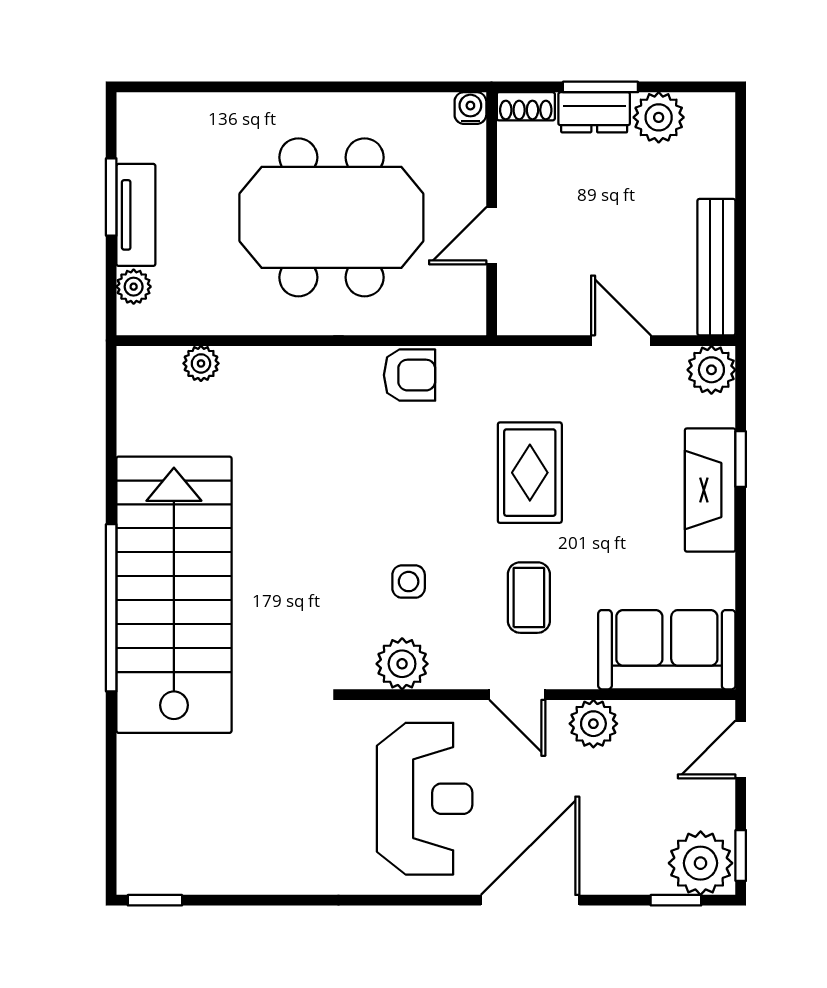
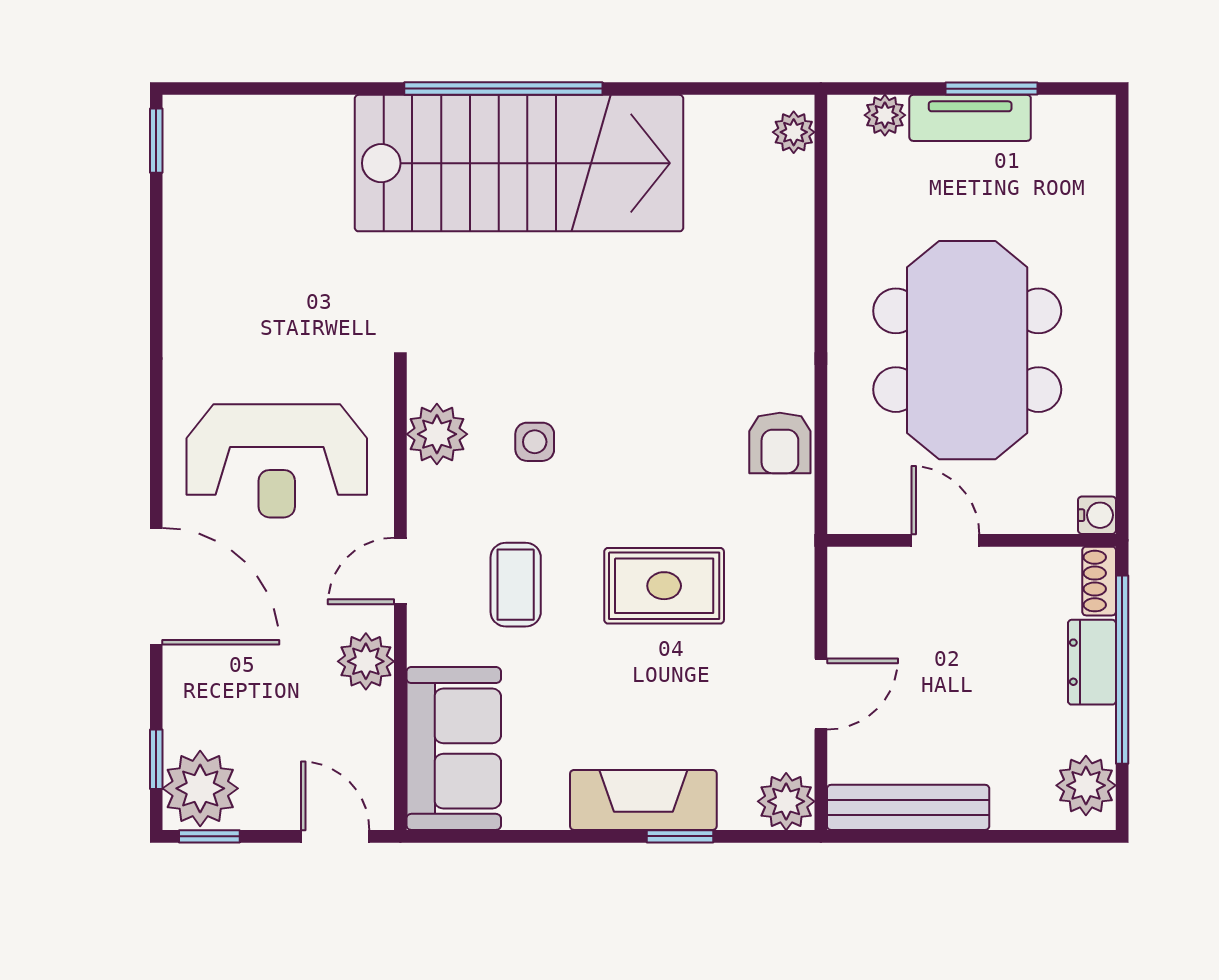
window: (600, 87) -> (1122, 670), width x2.11
plant: (659, 117) -> (1086, 785), moved
plant: (201, 363) -> (794, 132), moved
coffee table: (529, 598) -> (516, 585), turned 90

